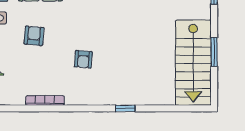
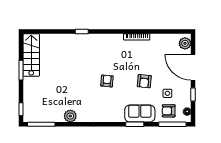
armchair: (83, 59) -> (107, 81), moved
stairs: (193, 63) -> (31, 55), width x0.73, depth x0.66

